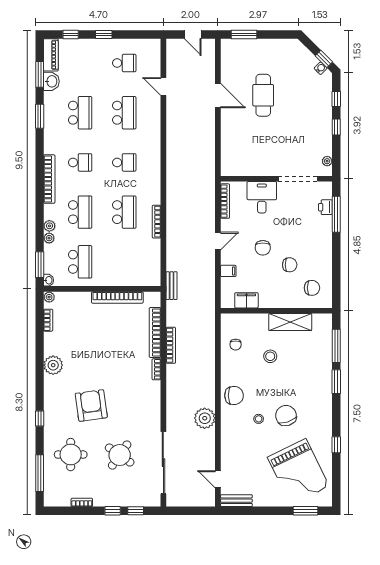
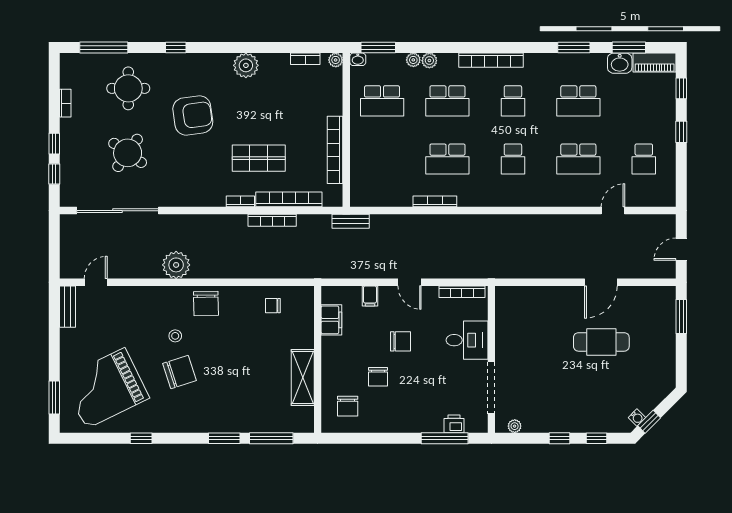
chair: (263, 248) -> (400, 341), turned 180
shop shelf: (124, 355) -> (259, 158), added
stool: (270, 356) -> (258, 351), removed

